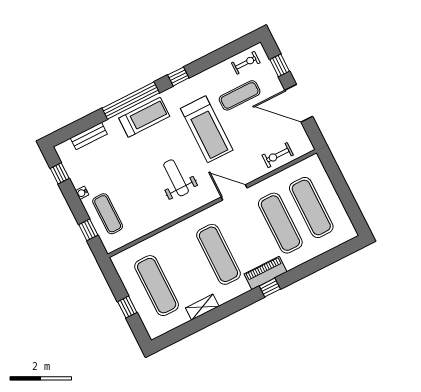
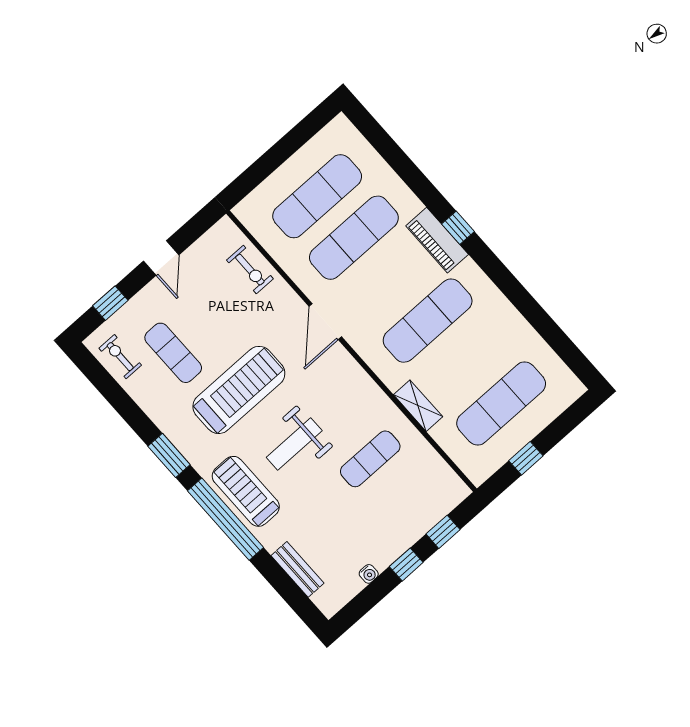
window: (178, 76) -> (169, 455), width x1.50
door: (299, 103) -> (161, 258), width x0.53
window: (60, 173) -> (406, 564), moved
weight bench: (176, 178) -> (294, 444), moved
water cooler: (82, 193) -> (369, 574), moved
exercise mat: (108, 214) -> (370, 459), moved
window: (127, 307) -> (526, 458), moved
shelving: (202, 307) -> (418, 406), moved

